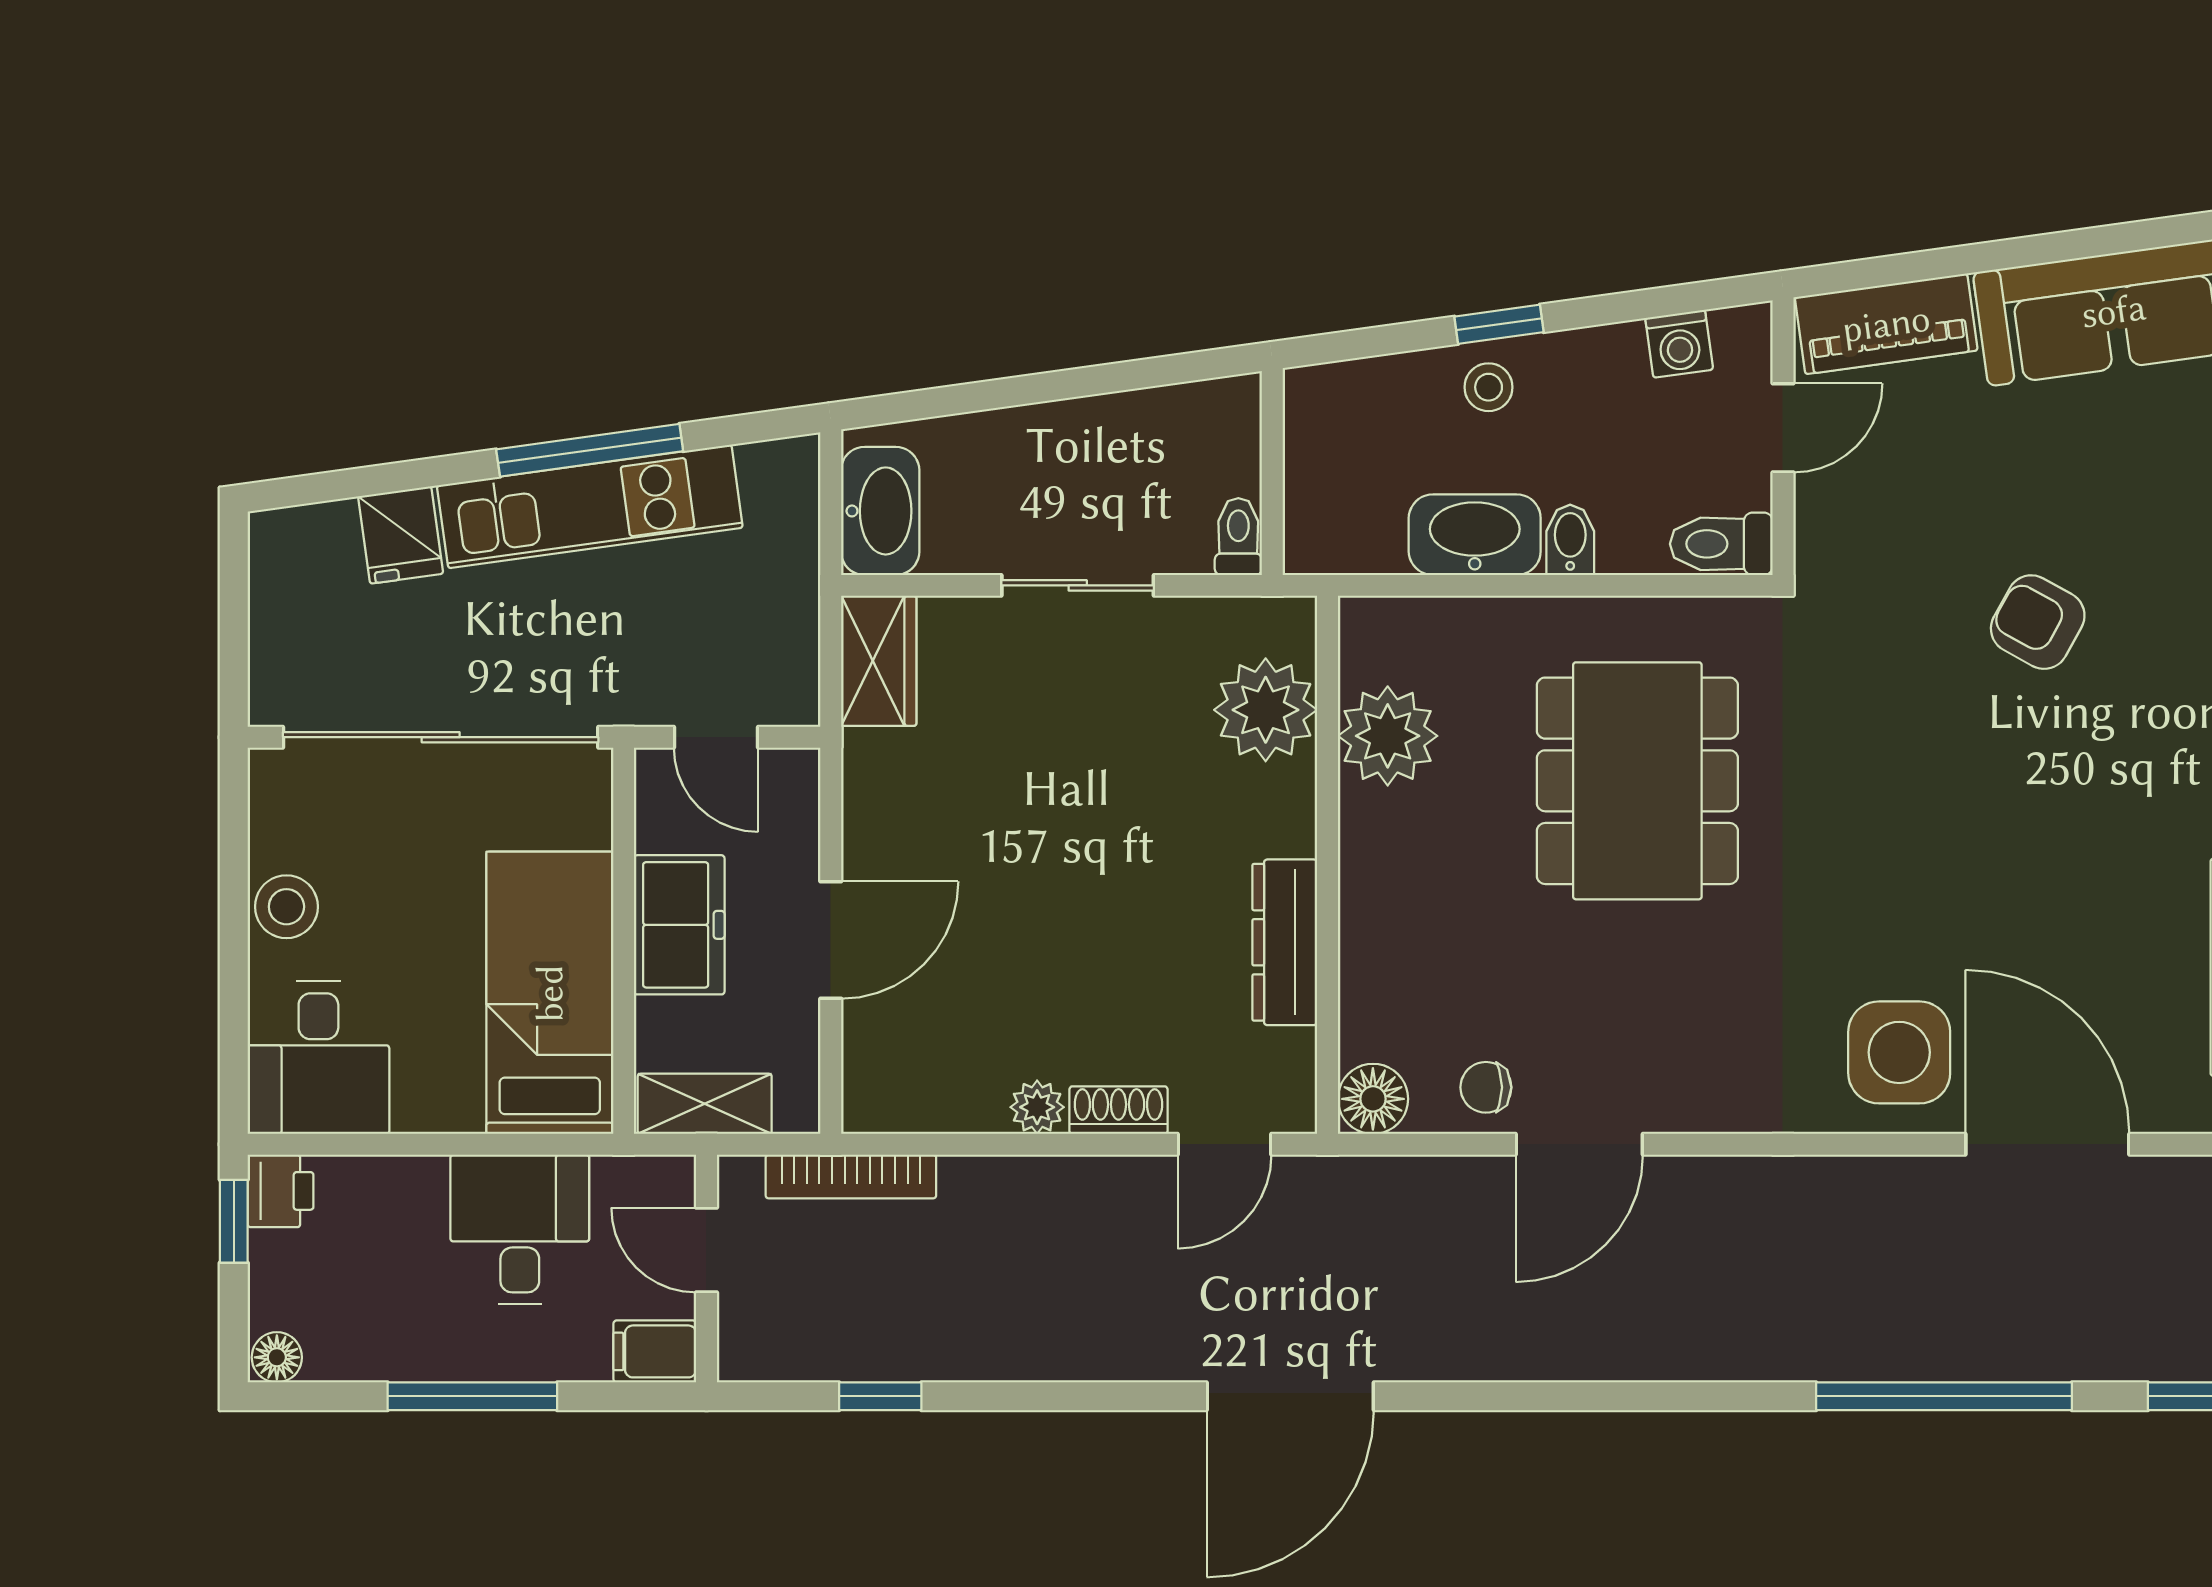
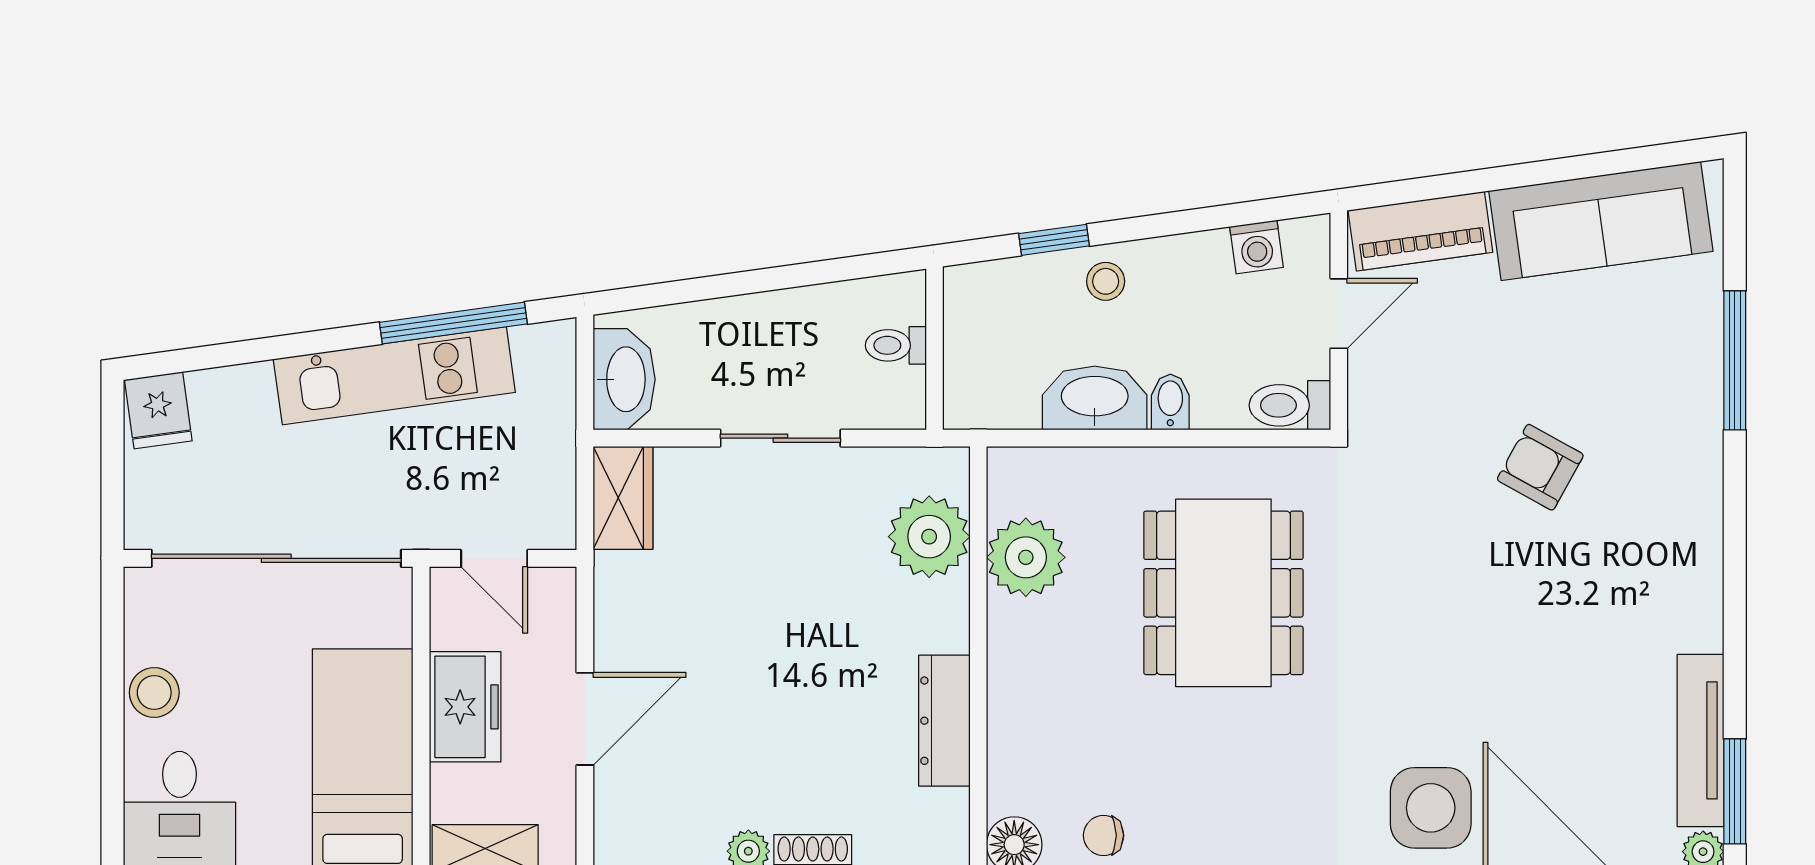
window: (1499, 324) -> (1054, 240), moved
window: (590, 450) -> (453, 323), moved
fridge: (401, 535) -> (158, 410), moved
toilet: (1238, 537) -> (896, 345), moved, turned -90

